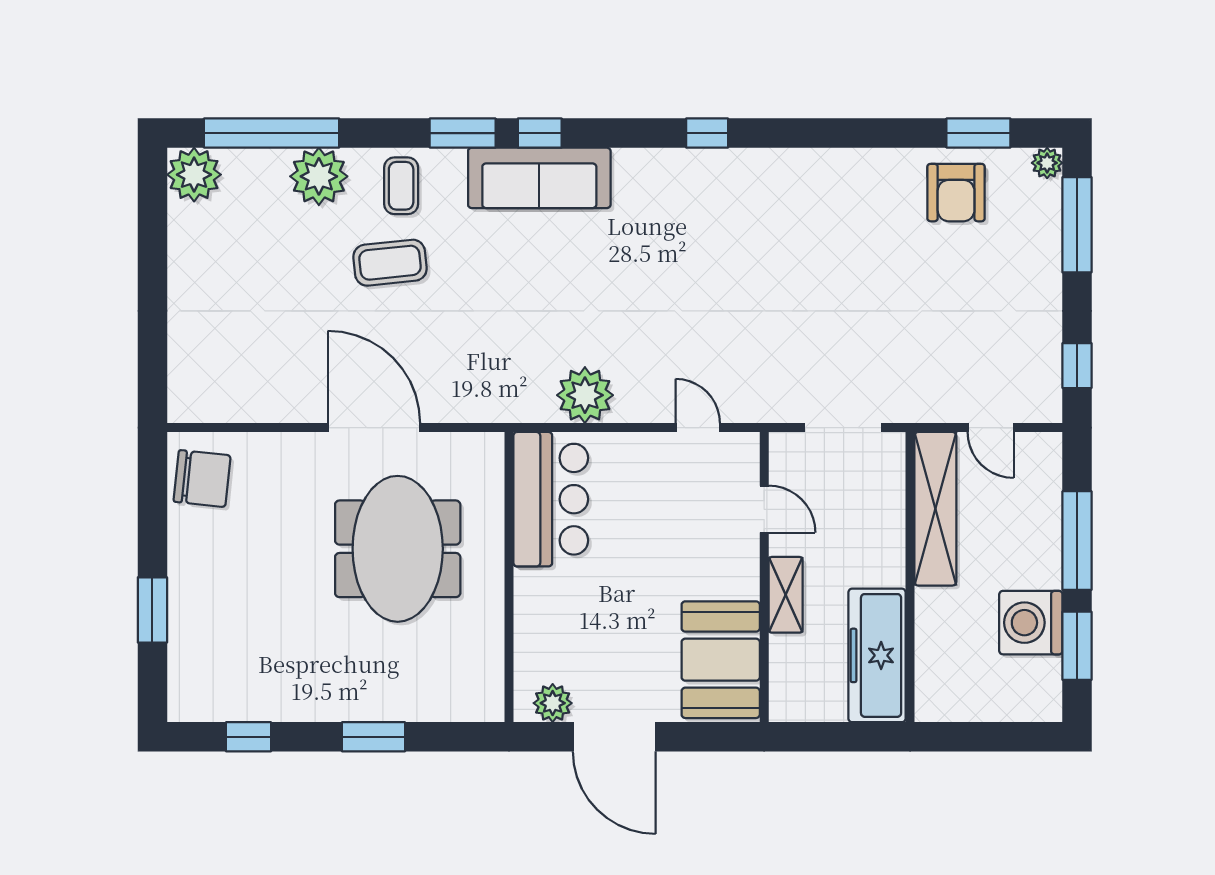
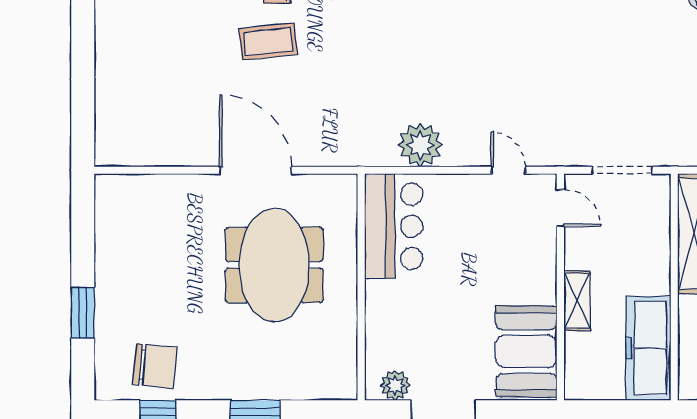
chair: (202, 479) -> (155, 366), moved
door: (764, 509) -> (560, 208), moved

